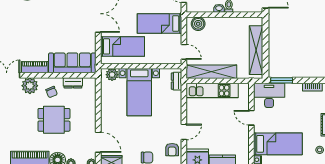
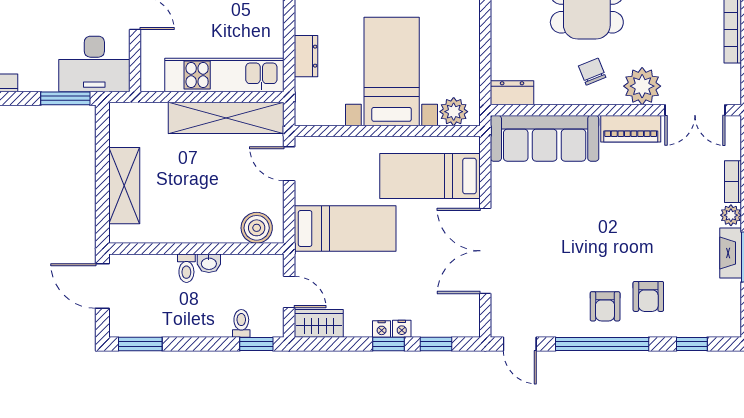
shelving: (256, 50) -> (124, 186), width x0.68
dresser: (177, 81) -> (306, 56), moved
dresser: (73, 83) -> (512, 93), moved

